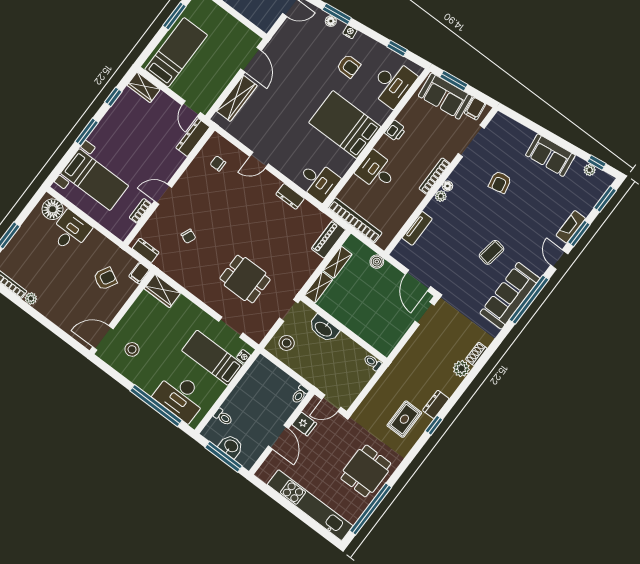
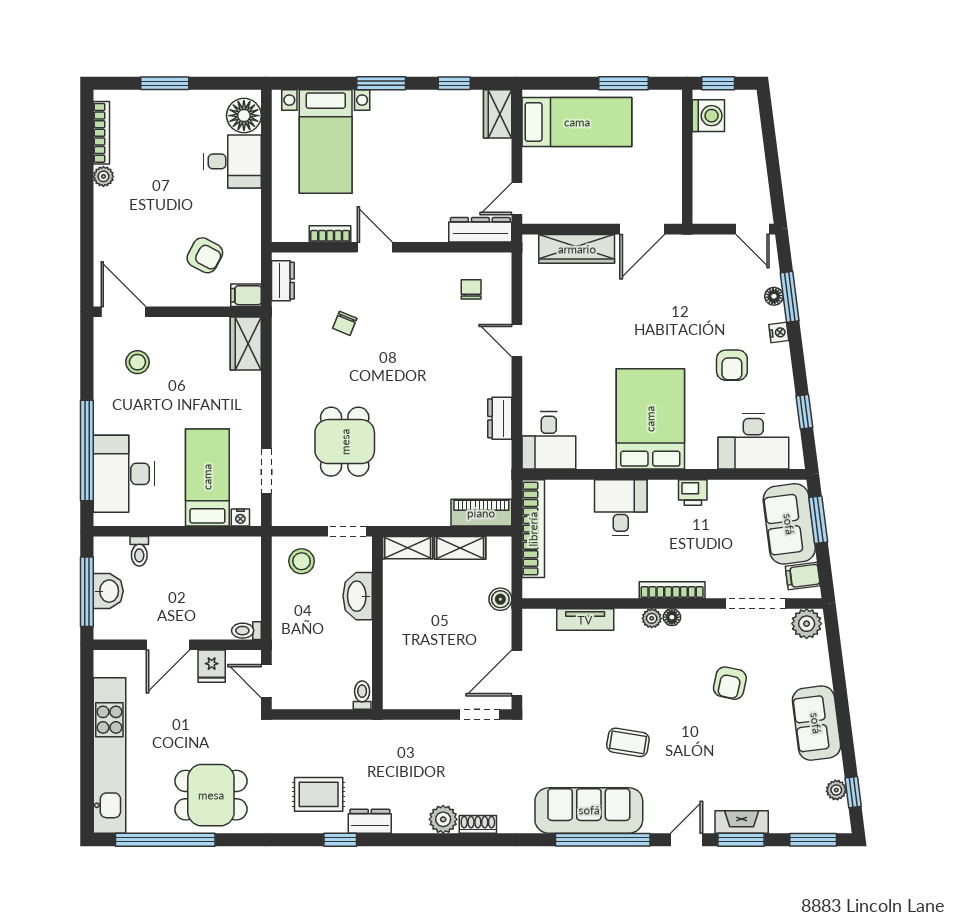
plant: (499, 124) -> (807, 624), added
armchair: (500, 182) -> (730, 683), turned -66

